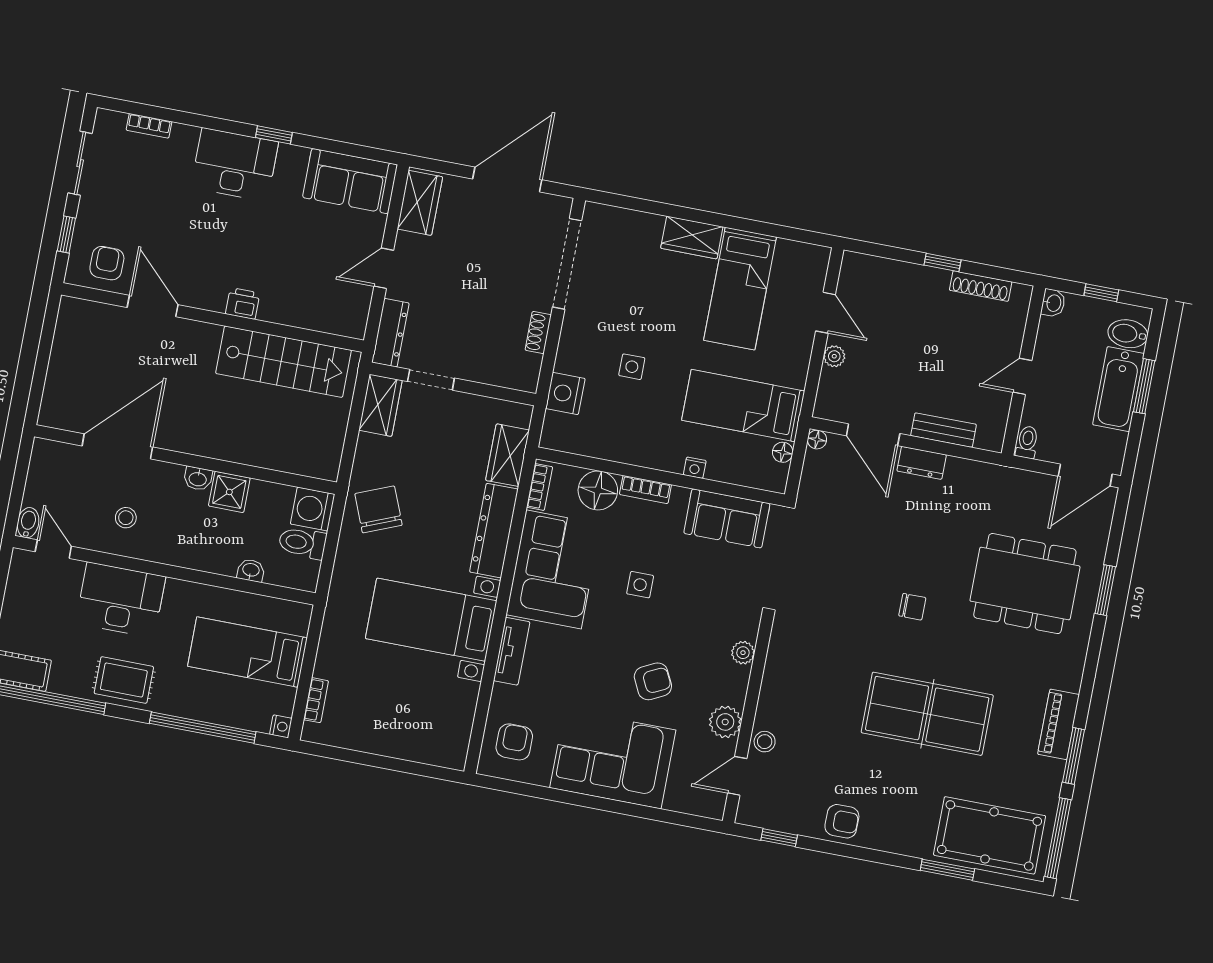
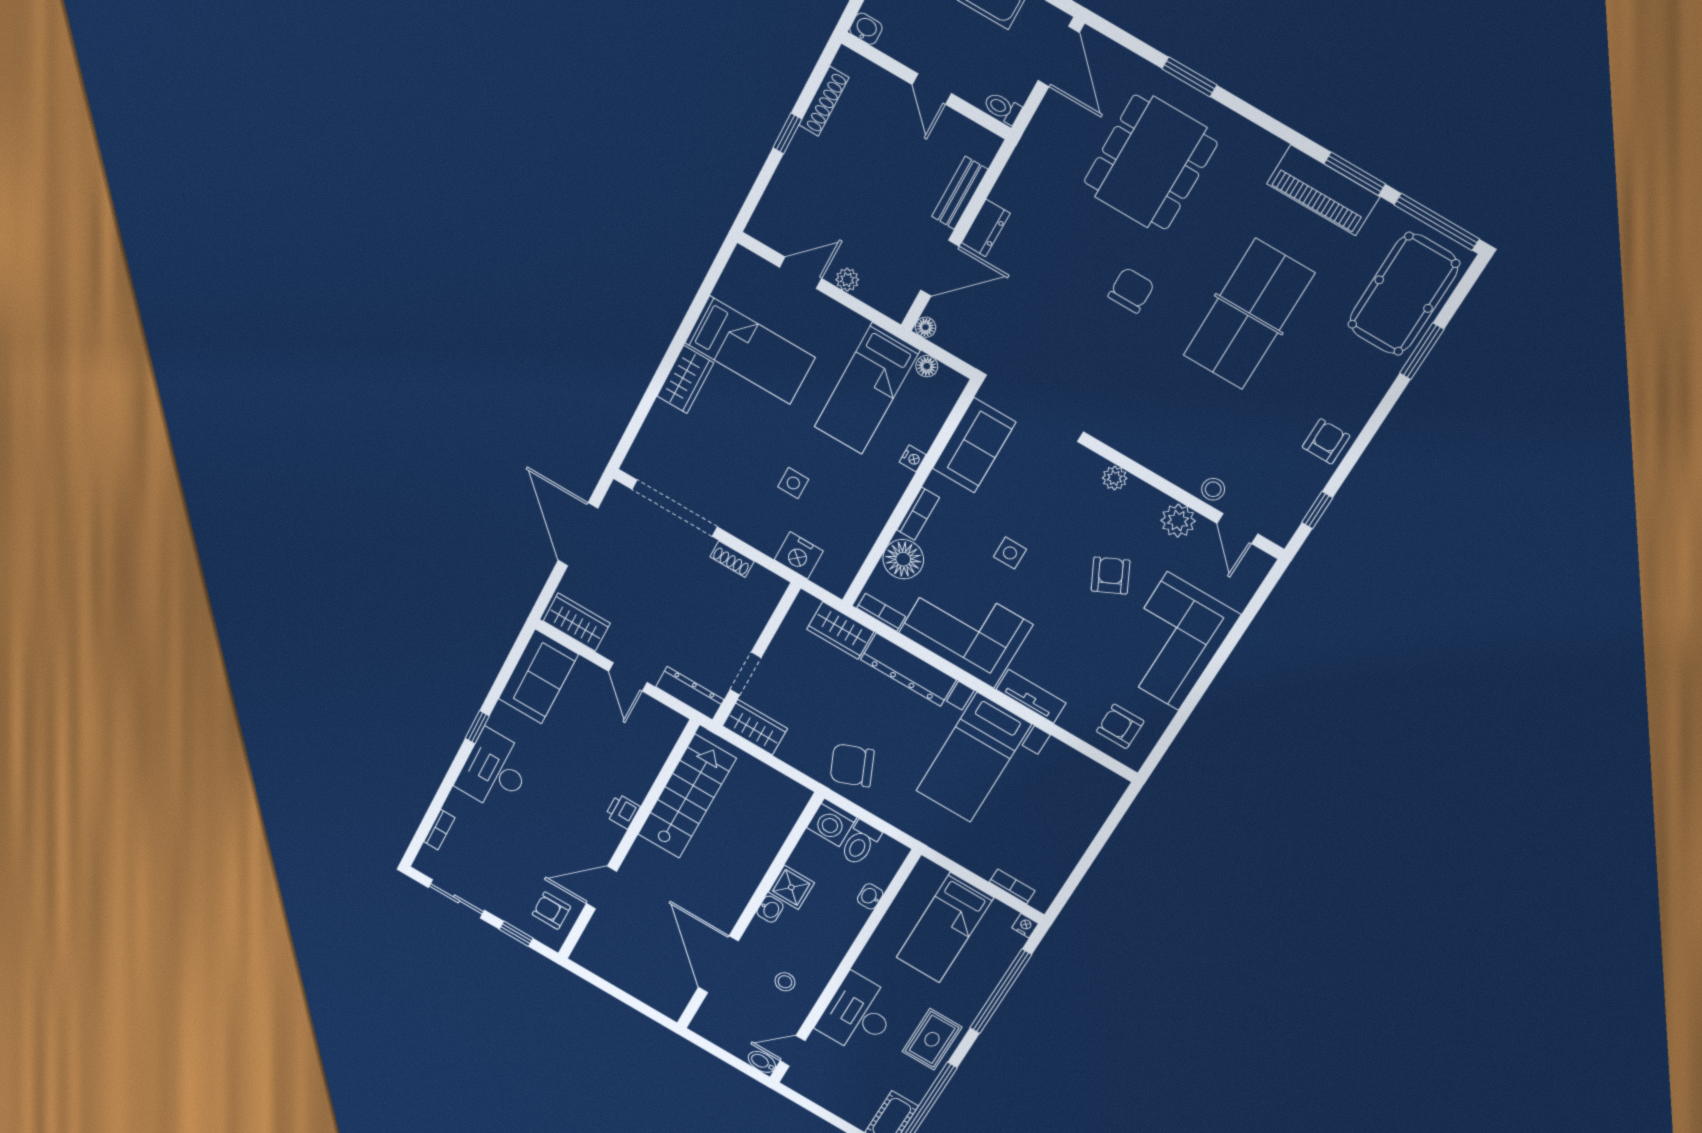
chair: (912, 607) -> (1131, 290), width x1.37, depth x1.37
piano: (1059, 724) -> (1323, 190), width x1.37, depth x1.33

